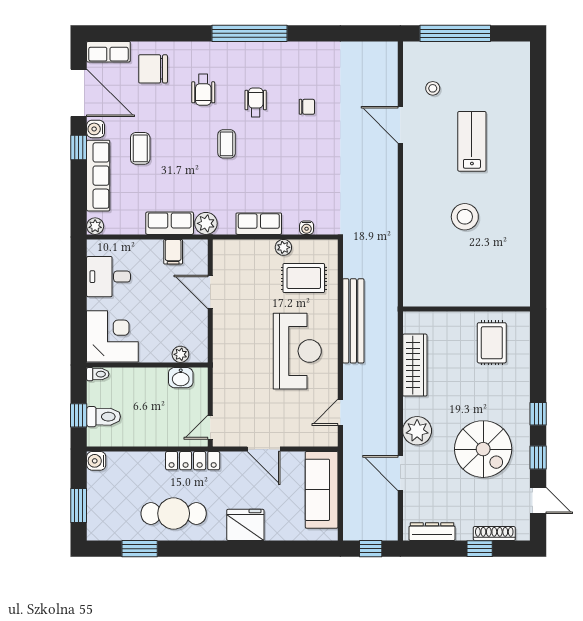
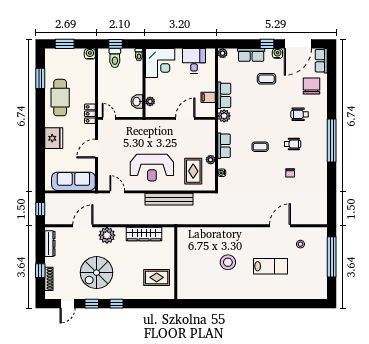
coffee table: (227, 144) -> (260, 147), moved
row of seats: (98, 176) -> (251, 55), width x0.68
locker: (193, 461) -> (90, 114), width x0.66

